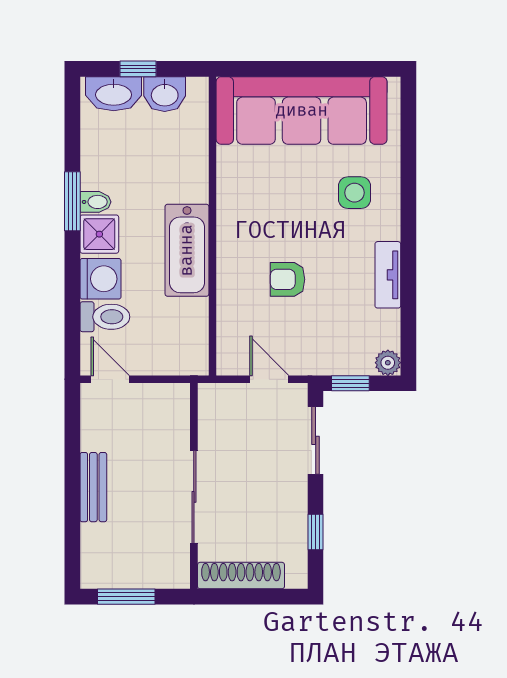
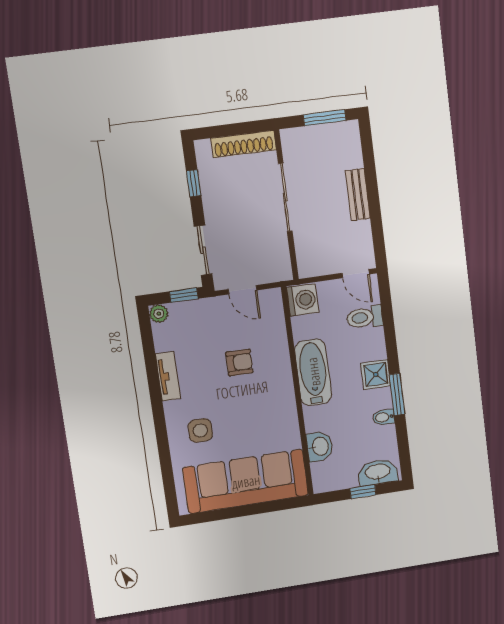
washbasin: (165, 94) -> (320, 446), moved, turned 90
bidet: (95, 202) -> (384, 417), moved
washing machine: (101, 279) -> (303, 300), moved, turned 180

